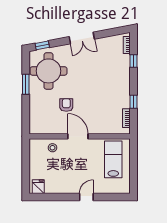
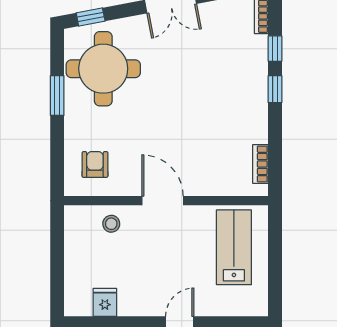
window: (134, 102) -> (275, 89), moved
armchair: (66, 105) -> (95, 164), moved
fridge: (38, 187) -> (105, 302), moved

